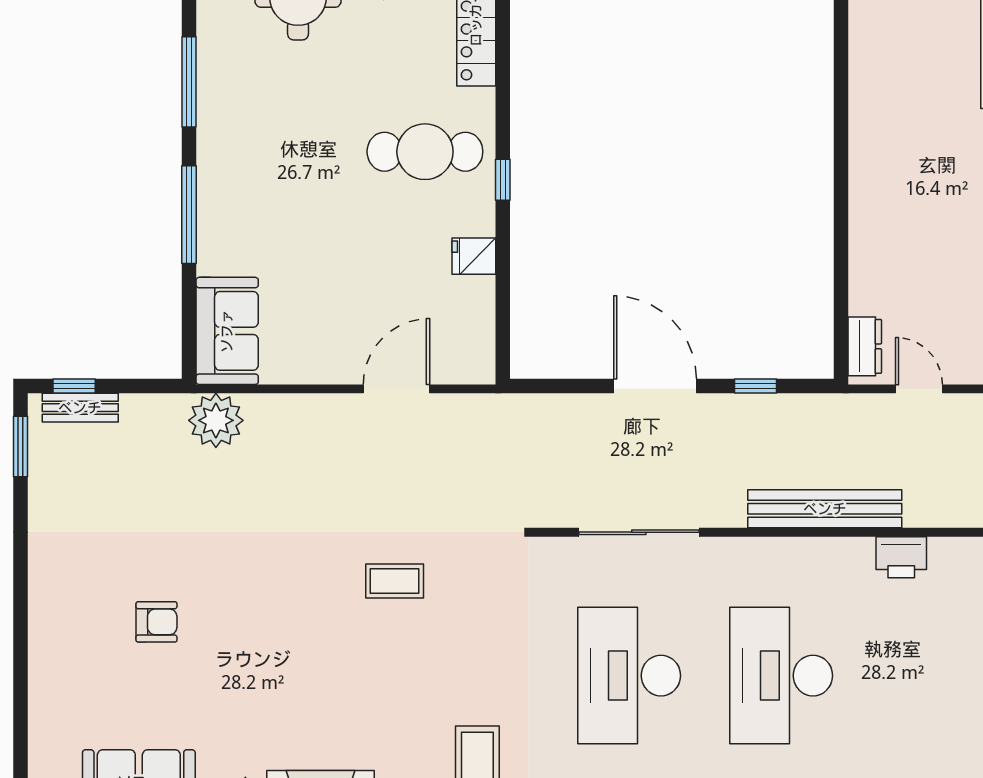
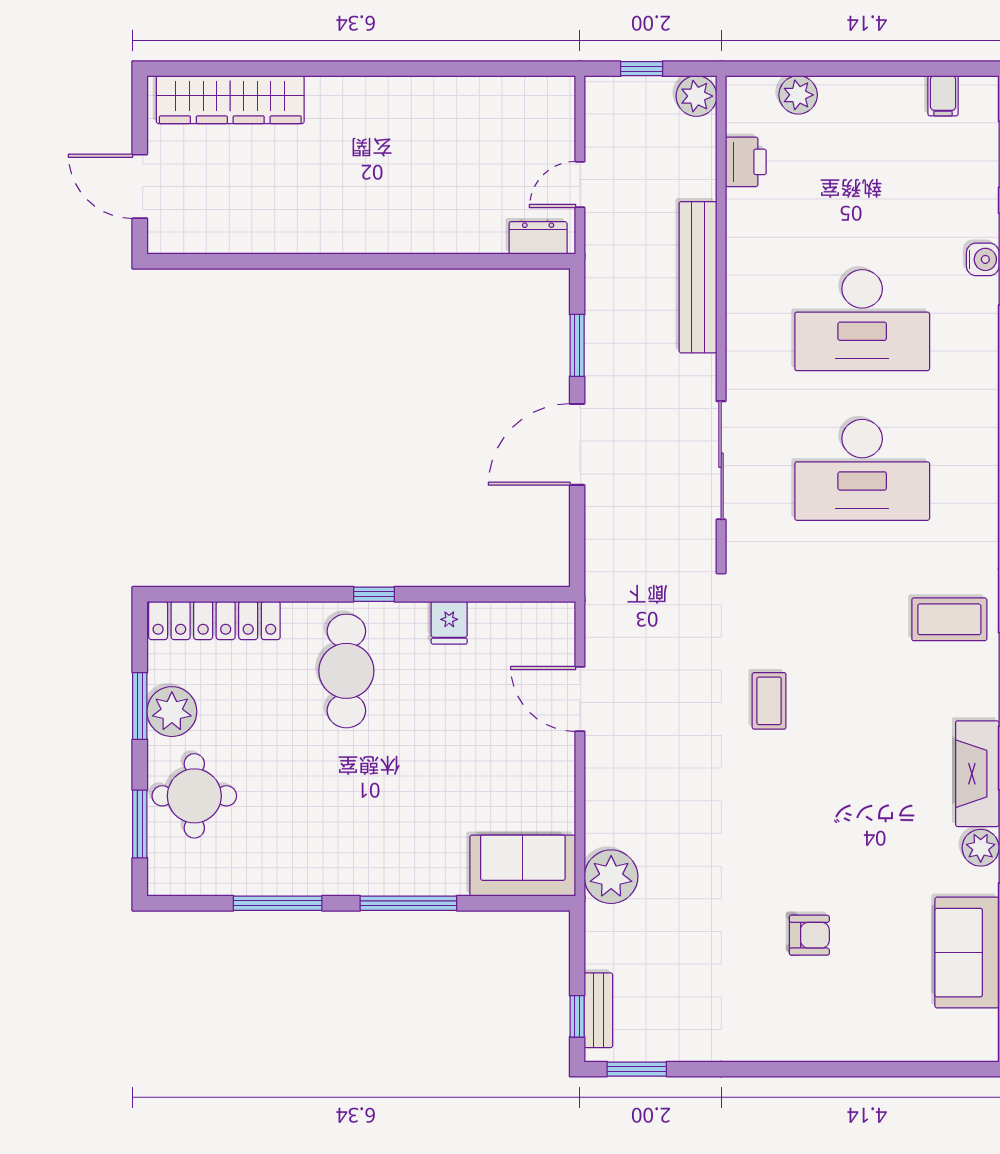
window: (756, 386) -> (577, 345), width x1.50
printer: (901, 557) -> (746, 162), moved
armchair: (157, 622) -> (809, 935), turned 90

